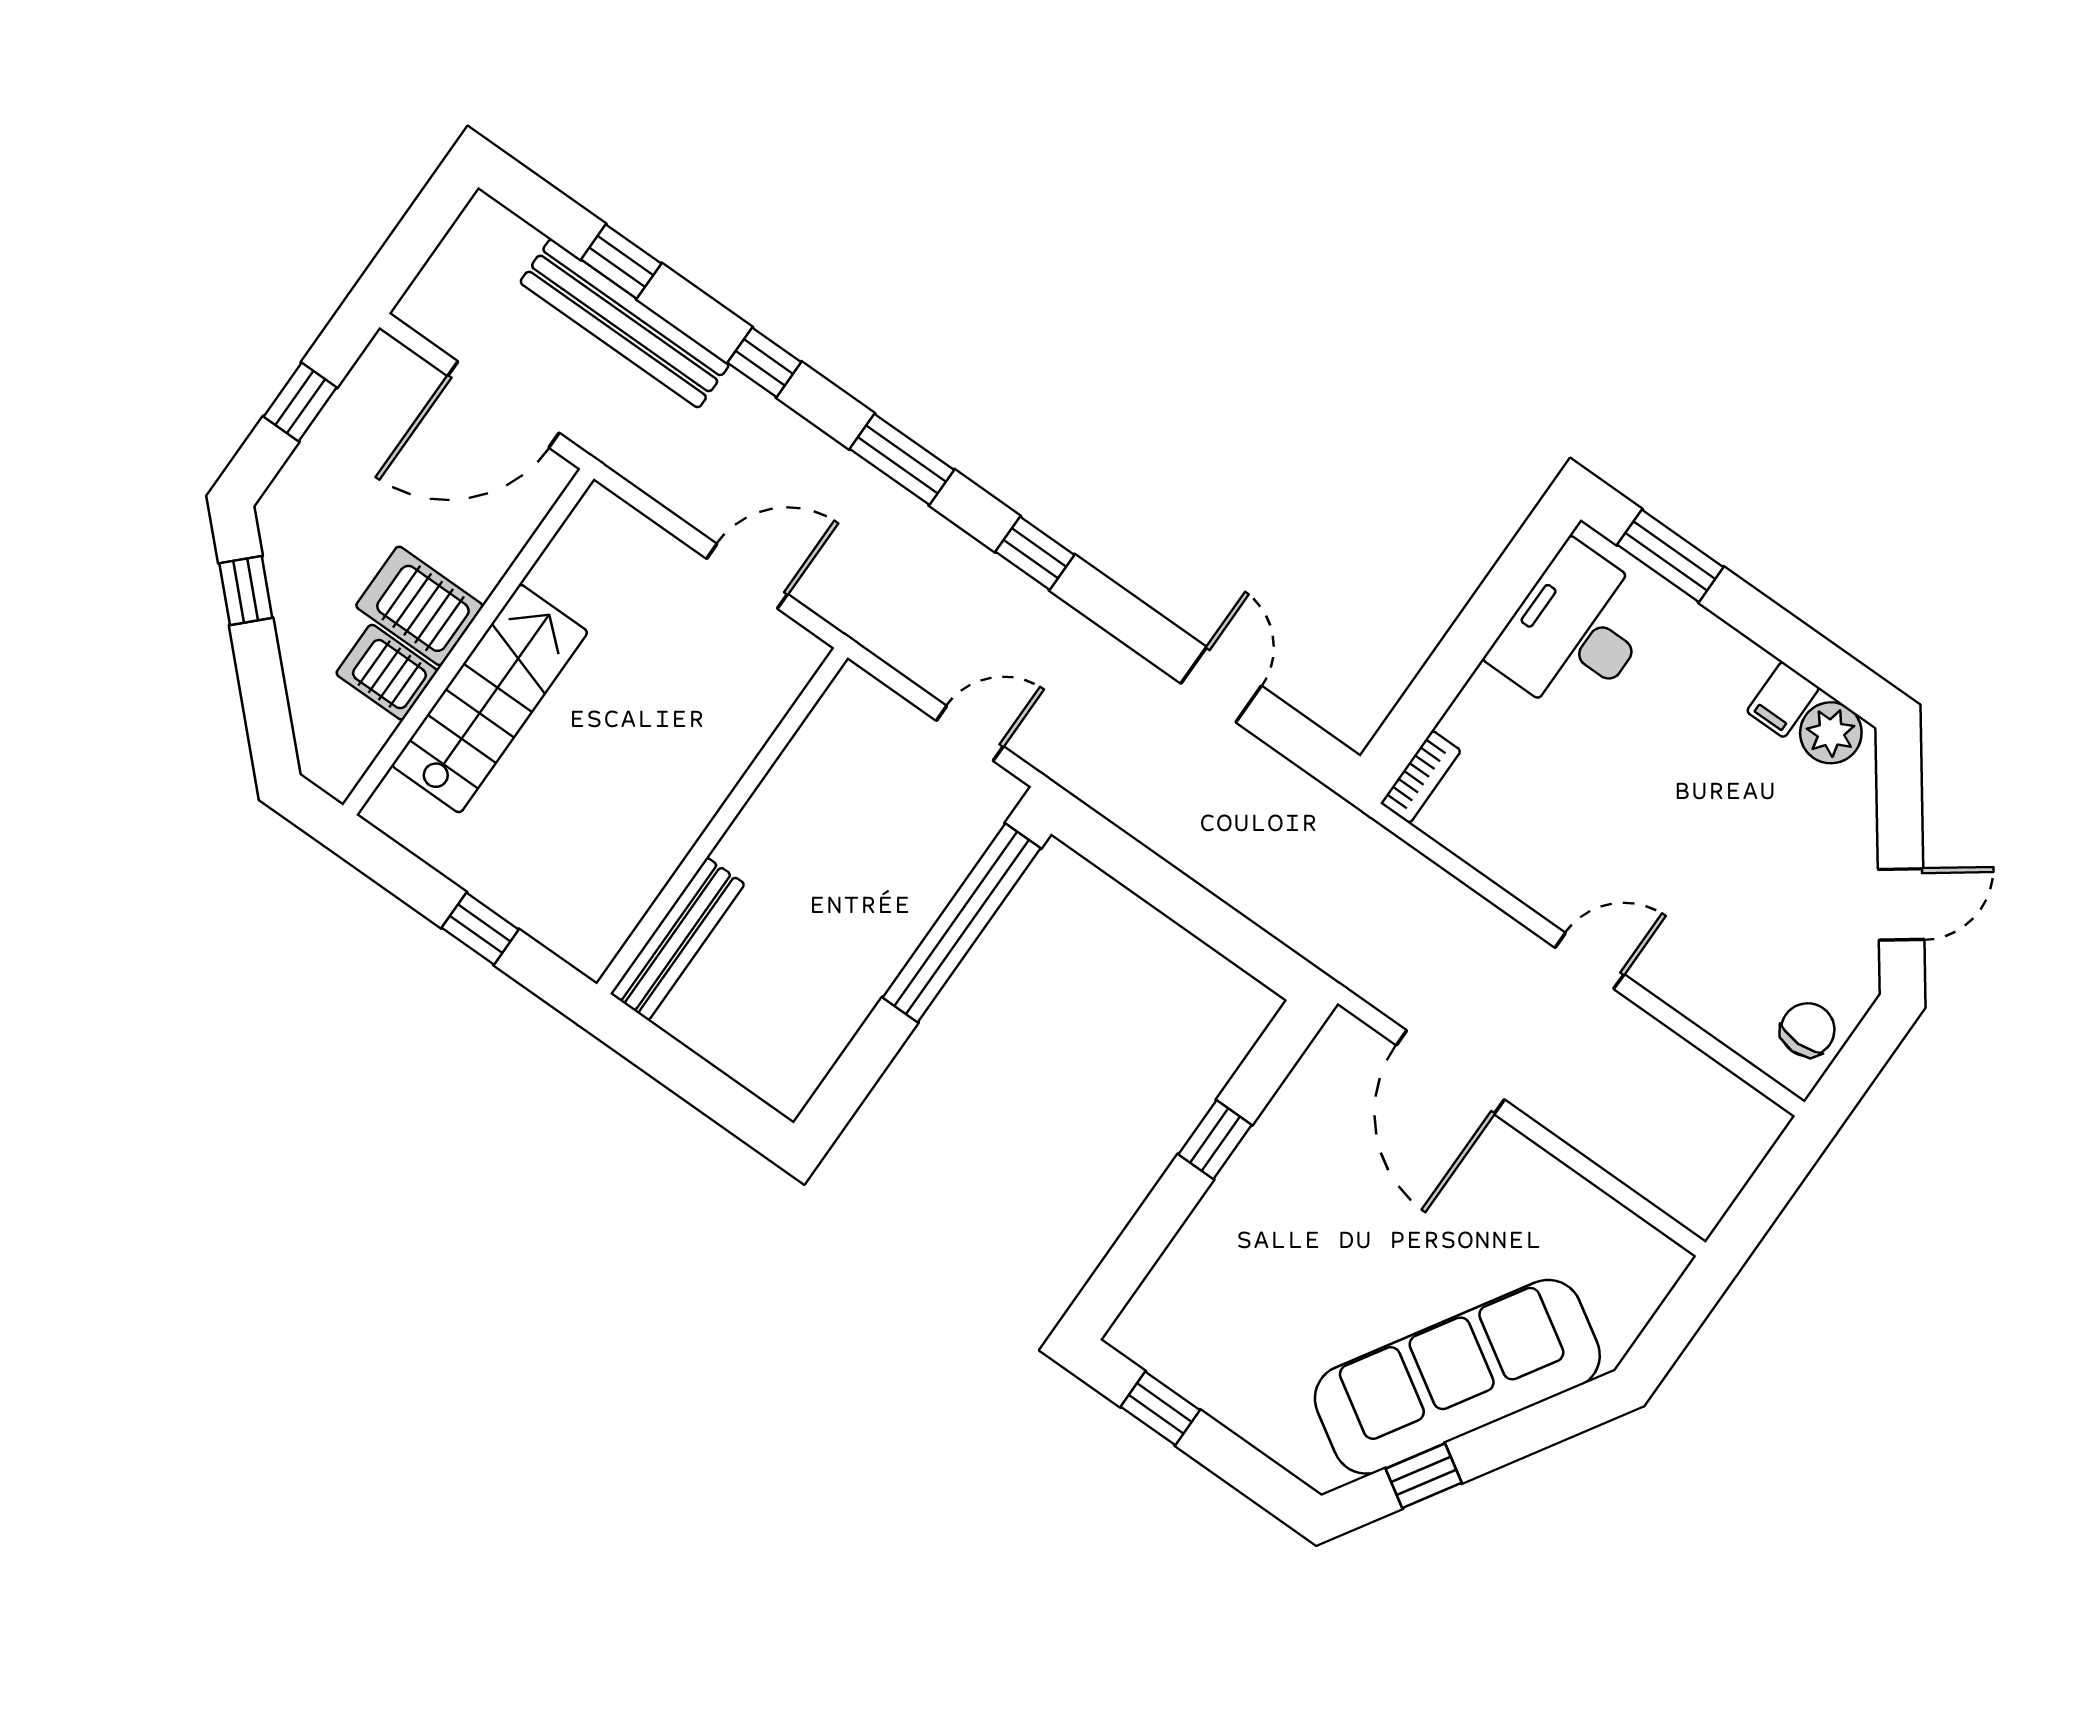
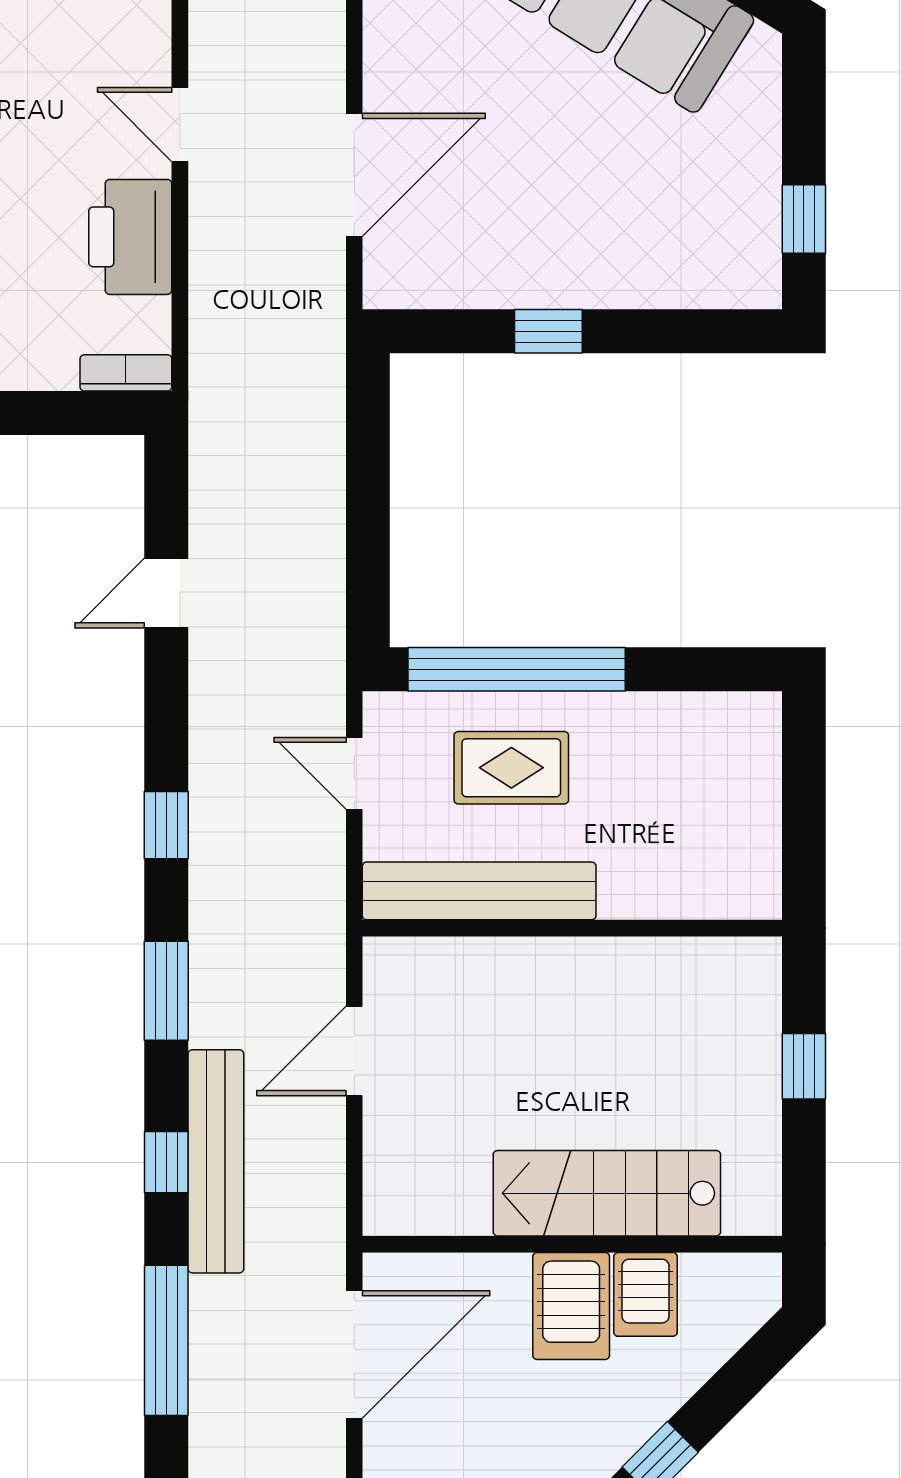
window: (621, 261) -> (166, 1340), width x2.17
bench: (625, 323) -> (216, 1161), moved
door: (503, 404) -> (354, 1354), hinge flipped
door: (747, 576) -> (354, 1051), hinge flipped
printer: (1527, 857) -> (130, 237), added
rug: (886, 863) -> (511, 768), added
bench: (678, 939) -> (479, 891), moved, width x1.37, depth x1.21

